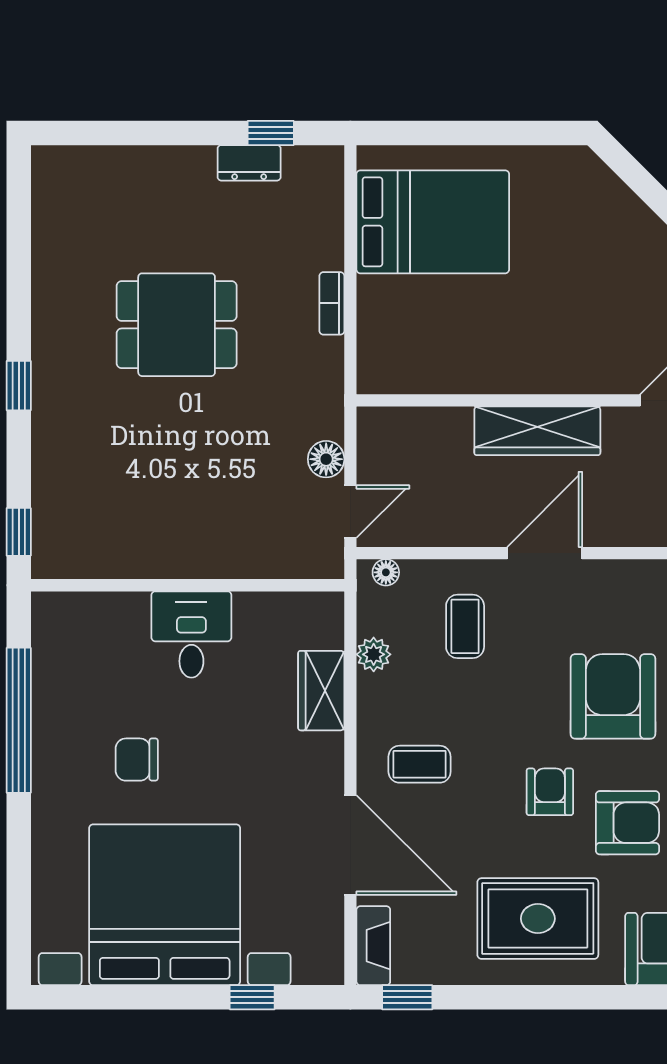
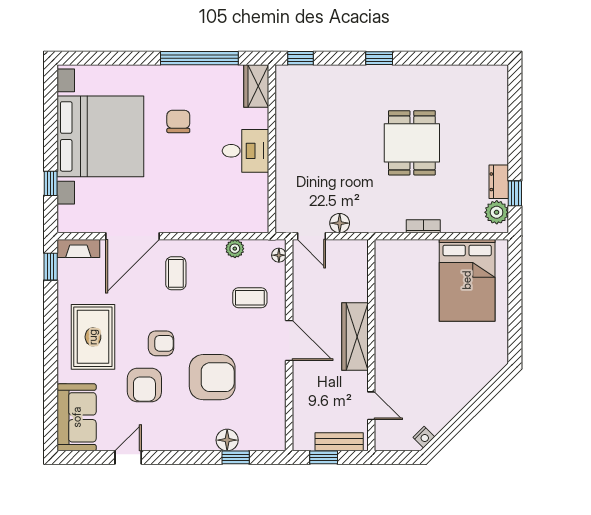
plant: (306, 167) -> (497, 212), added
wardrobe: (321, 691) -> (256, 86), moved, turned -90

